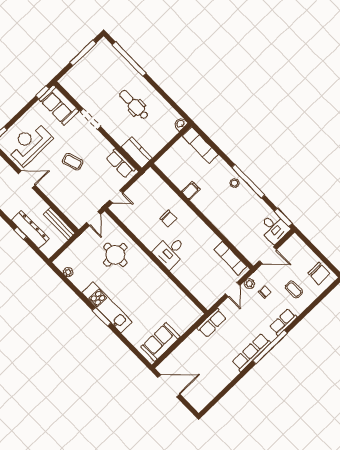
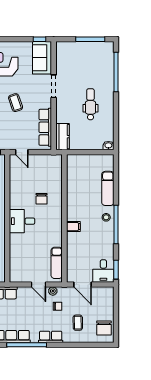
exam couch: (200, 145) -> (108, 188), moved
row of seats: (120, 163) -> (45, 127), width x1.48
filing cabinet: (191, 191) -> (73, 227), moved
door: (233, 290) -> (38, 284), hinge flipped

